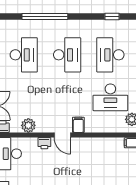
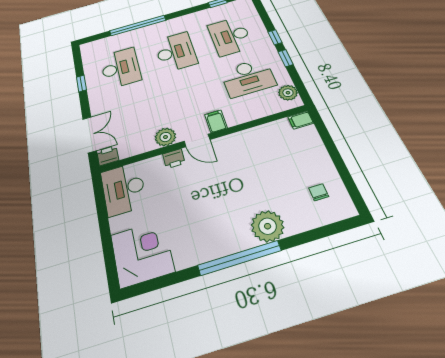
plant: (28, 125) -> (165, 137), moved

